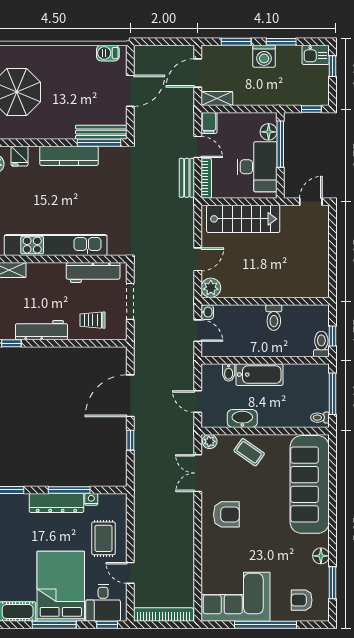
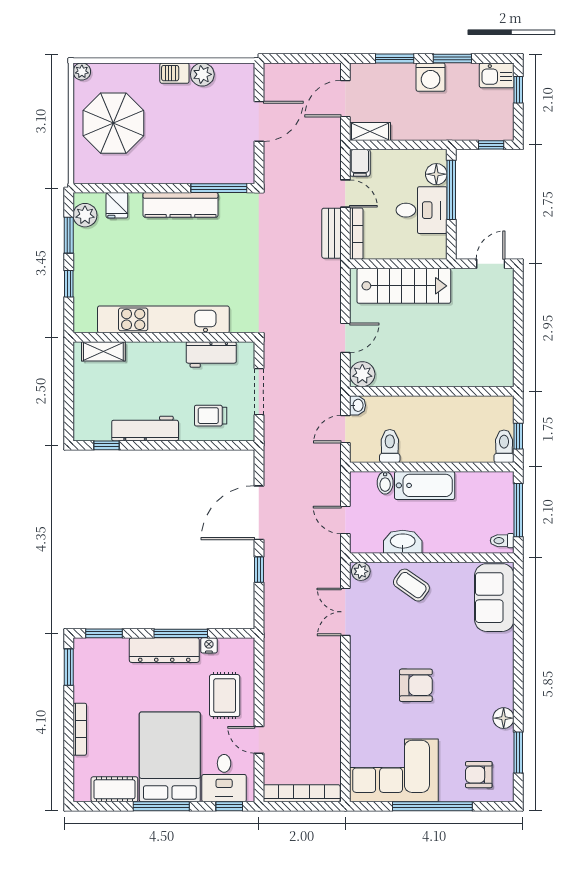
barbecue: (108, 53) -> (174, 73), moved
plant: (86, 54) -> (202, 74), added
bench: (101, 132) -> (222, 175), removed
desk: (257, 167) -> (422, 210), width x0.73
workbench: (93, 272) -> (211, 355), width x0.73
toilet: (274, 317) -> (390, 446), moved, turned 180
door: (198, 331) -> (345, 429), swing flipped
sofa: (310, 484) -> (494, 598), width x0.54, depth x0.79
armchair: (226, 514) -> (416, 685), moved

